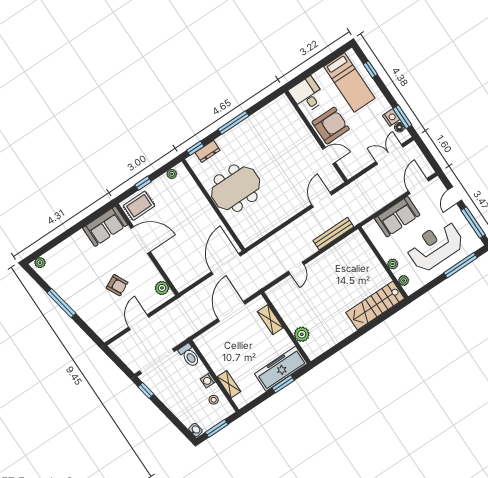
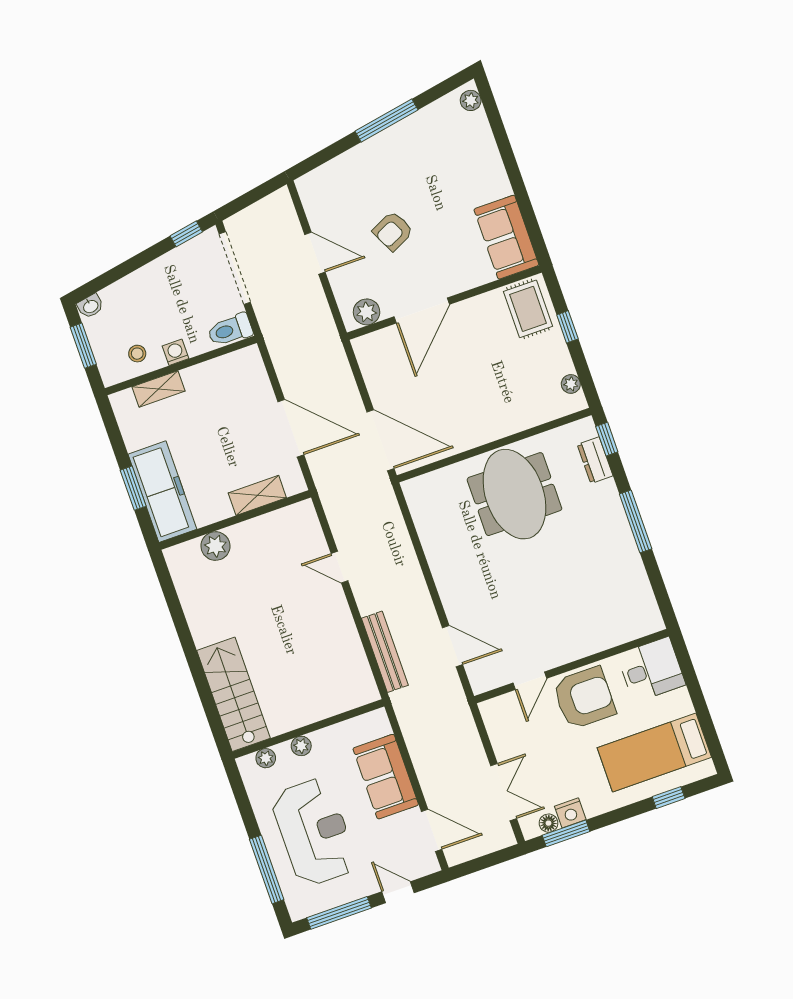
armchair: (331, 126) -> (584, 698), turned -90
door: (141, 240) -> (422, 310), moved

